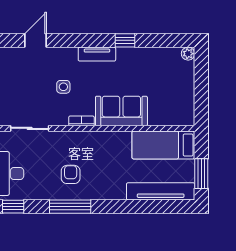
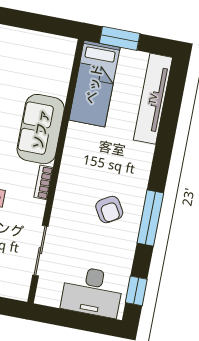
armchair: (71, 174) -> (109, 210), turned -121
window: (201, 174) -> (120, 38), moved

